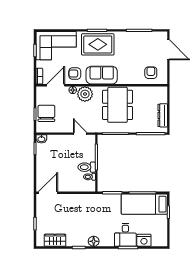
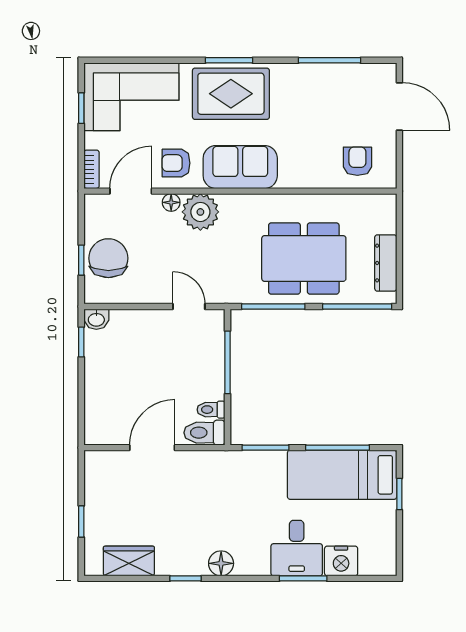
dining table: (118, 105) -> (304, 258), moved, turned 90
toilet: (87, 167) -> (204, 433), moved
door: (48, 193) -> (152, 448), moved

